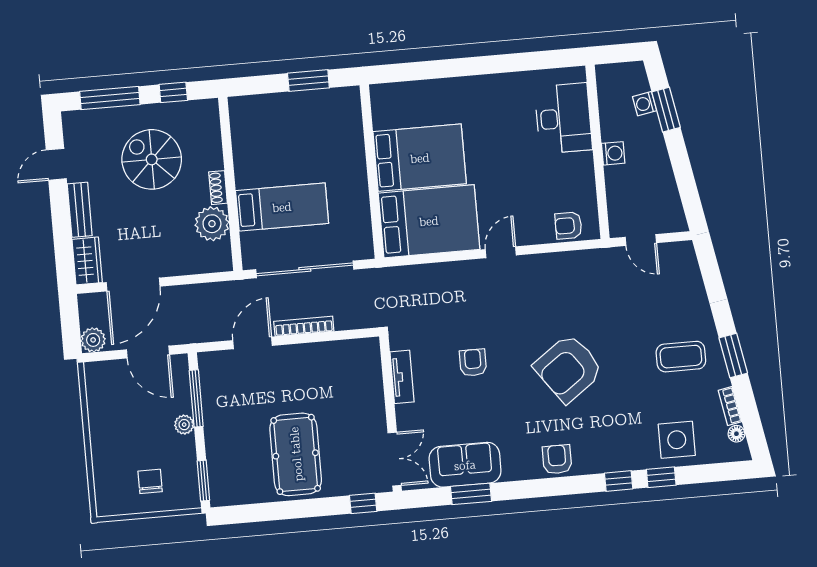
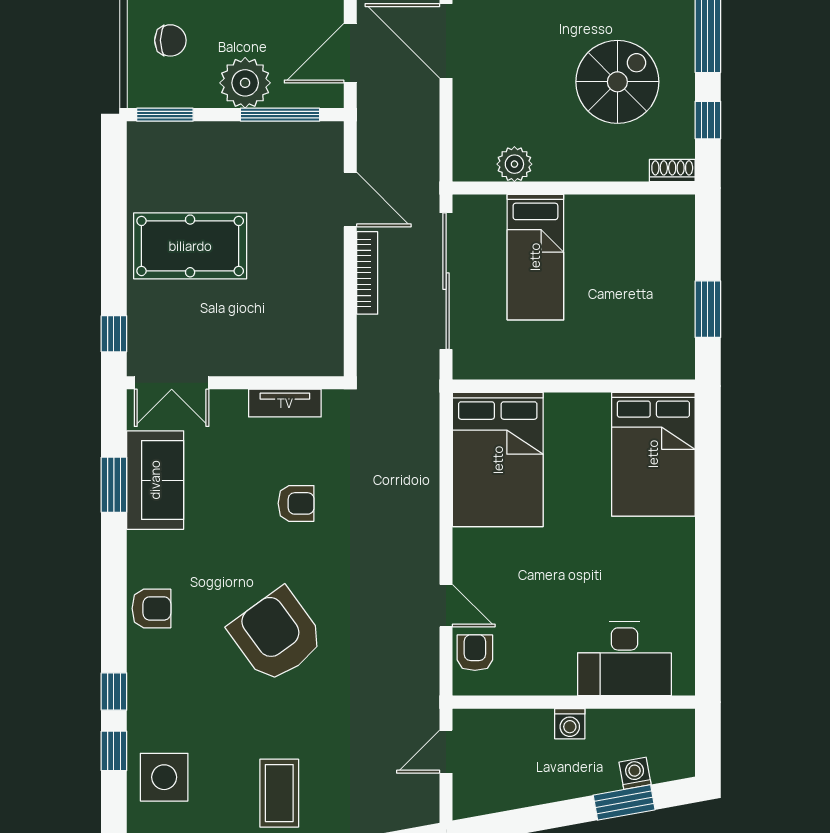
bed: (420, 158) -> (653, 454), moved
shoe rack: (218, 188) -> (672, 171), moved
plant: (212, 224) -> (514, 164), width x0.73, depth x0.73
door: (501, 252) -> (446, 606), moved
plant: (184, 425) -> (245, 83), width x1.88, depth x1.88

